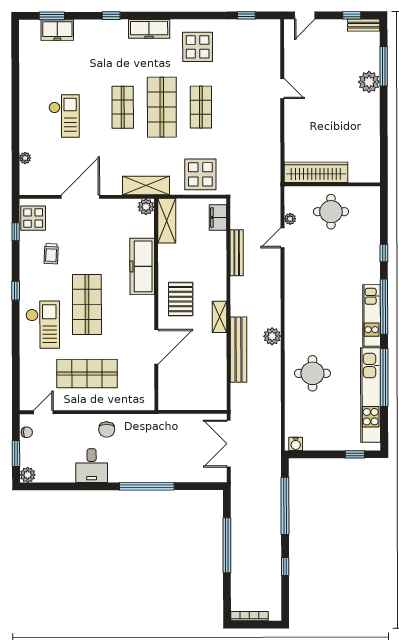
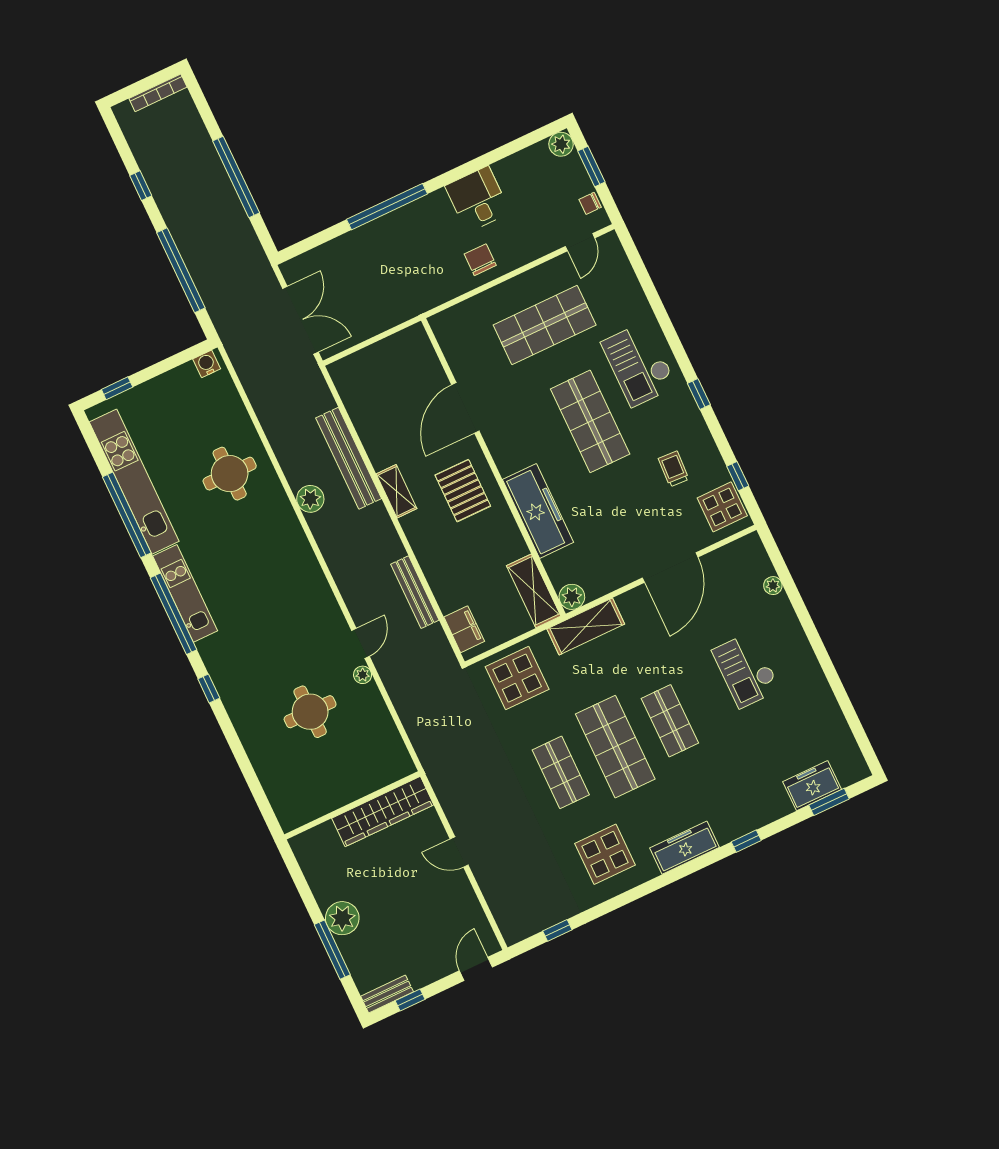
wardrobe: (316, 172) -> (383, 812), moved
wall: (332, 184) -> (352, 805), moved

